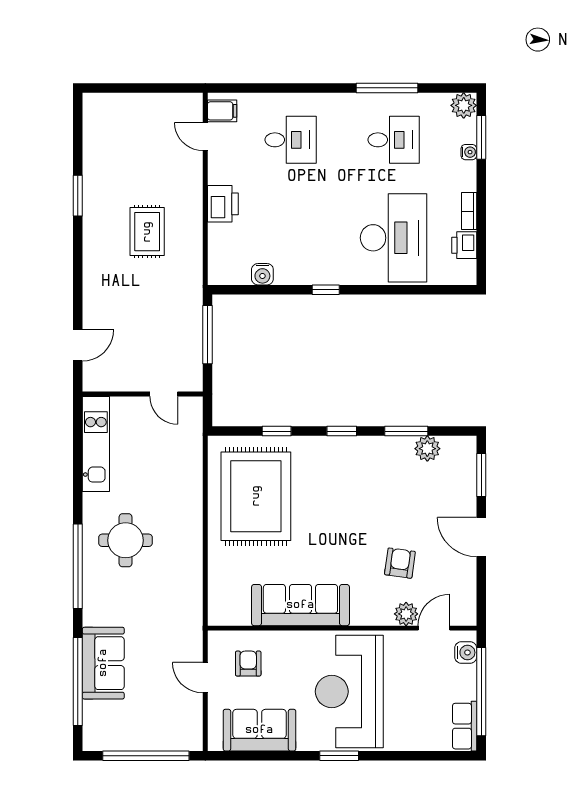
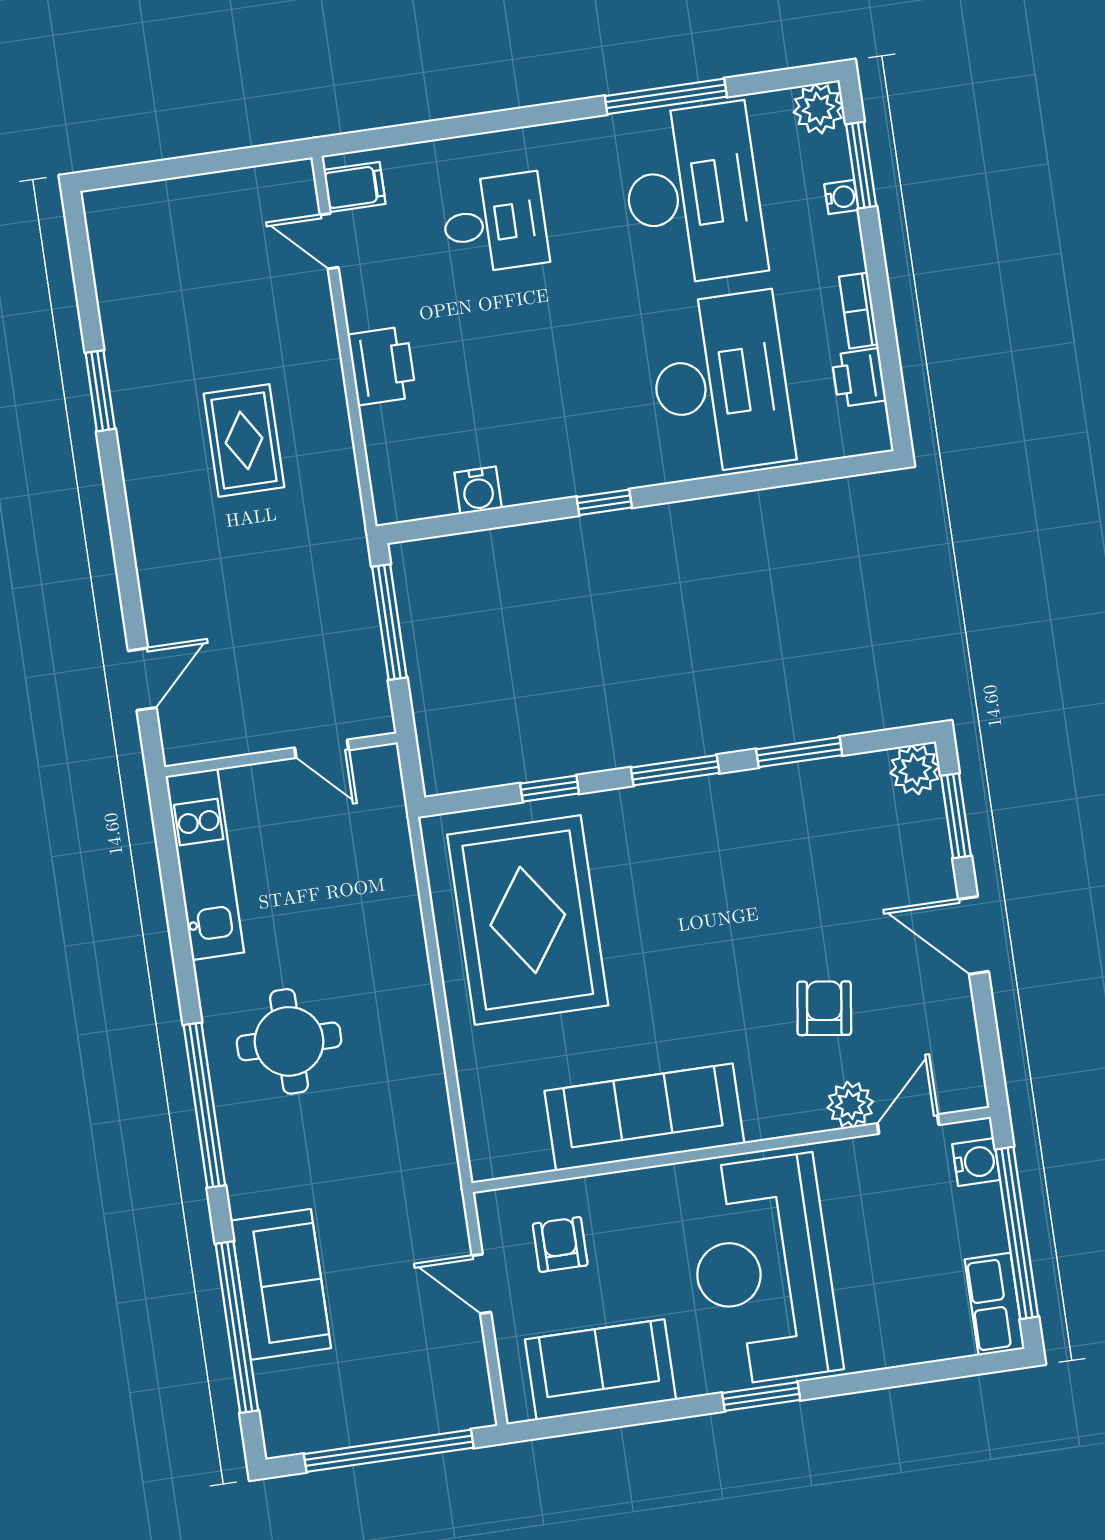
desk: (394, 140) -> (693, 194), width x1.87, depth x1.30
window: (342, 431) -> (675, 770), width x1.50
plant: (427, 449) -> (915, 770), moved

